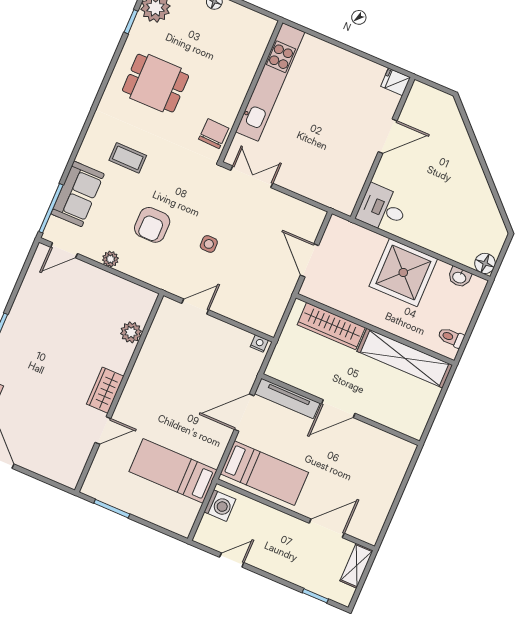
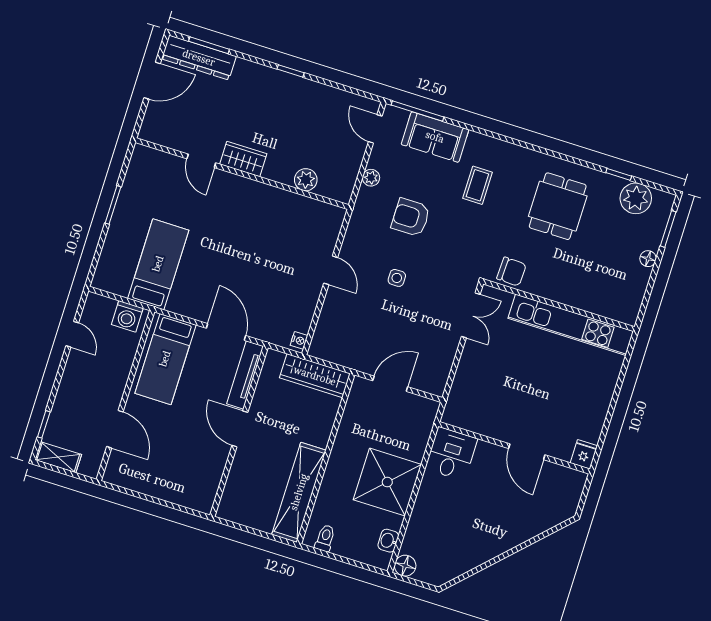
wardrobe: (331, 326) -> (315, 376), moved, turned -90
plant: (131, 332) -> (306, 180), moved
wardrobe: (105, 390) -> (243, 159), moved
wall: (119, 393) -> (242, 174), moved
door: (103, 430) -> (201, 161), moved
shelving: (356, 566) -> (58, 457), moved

